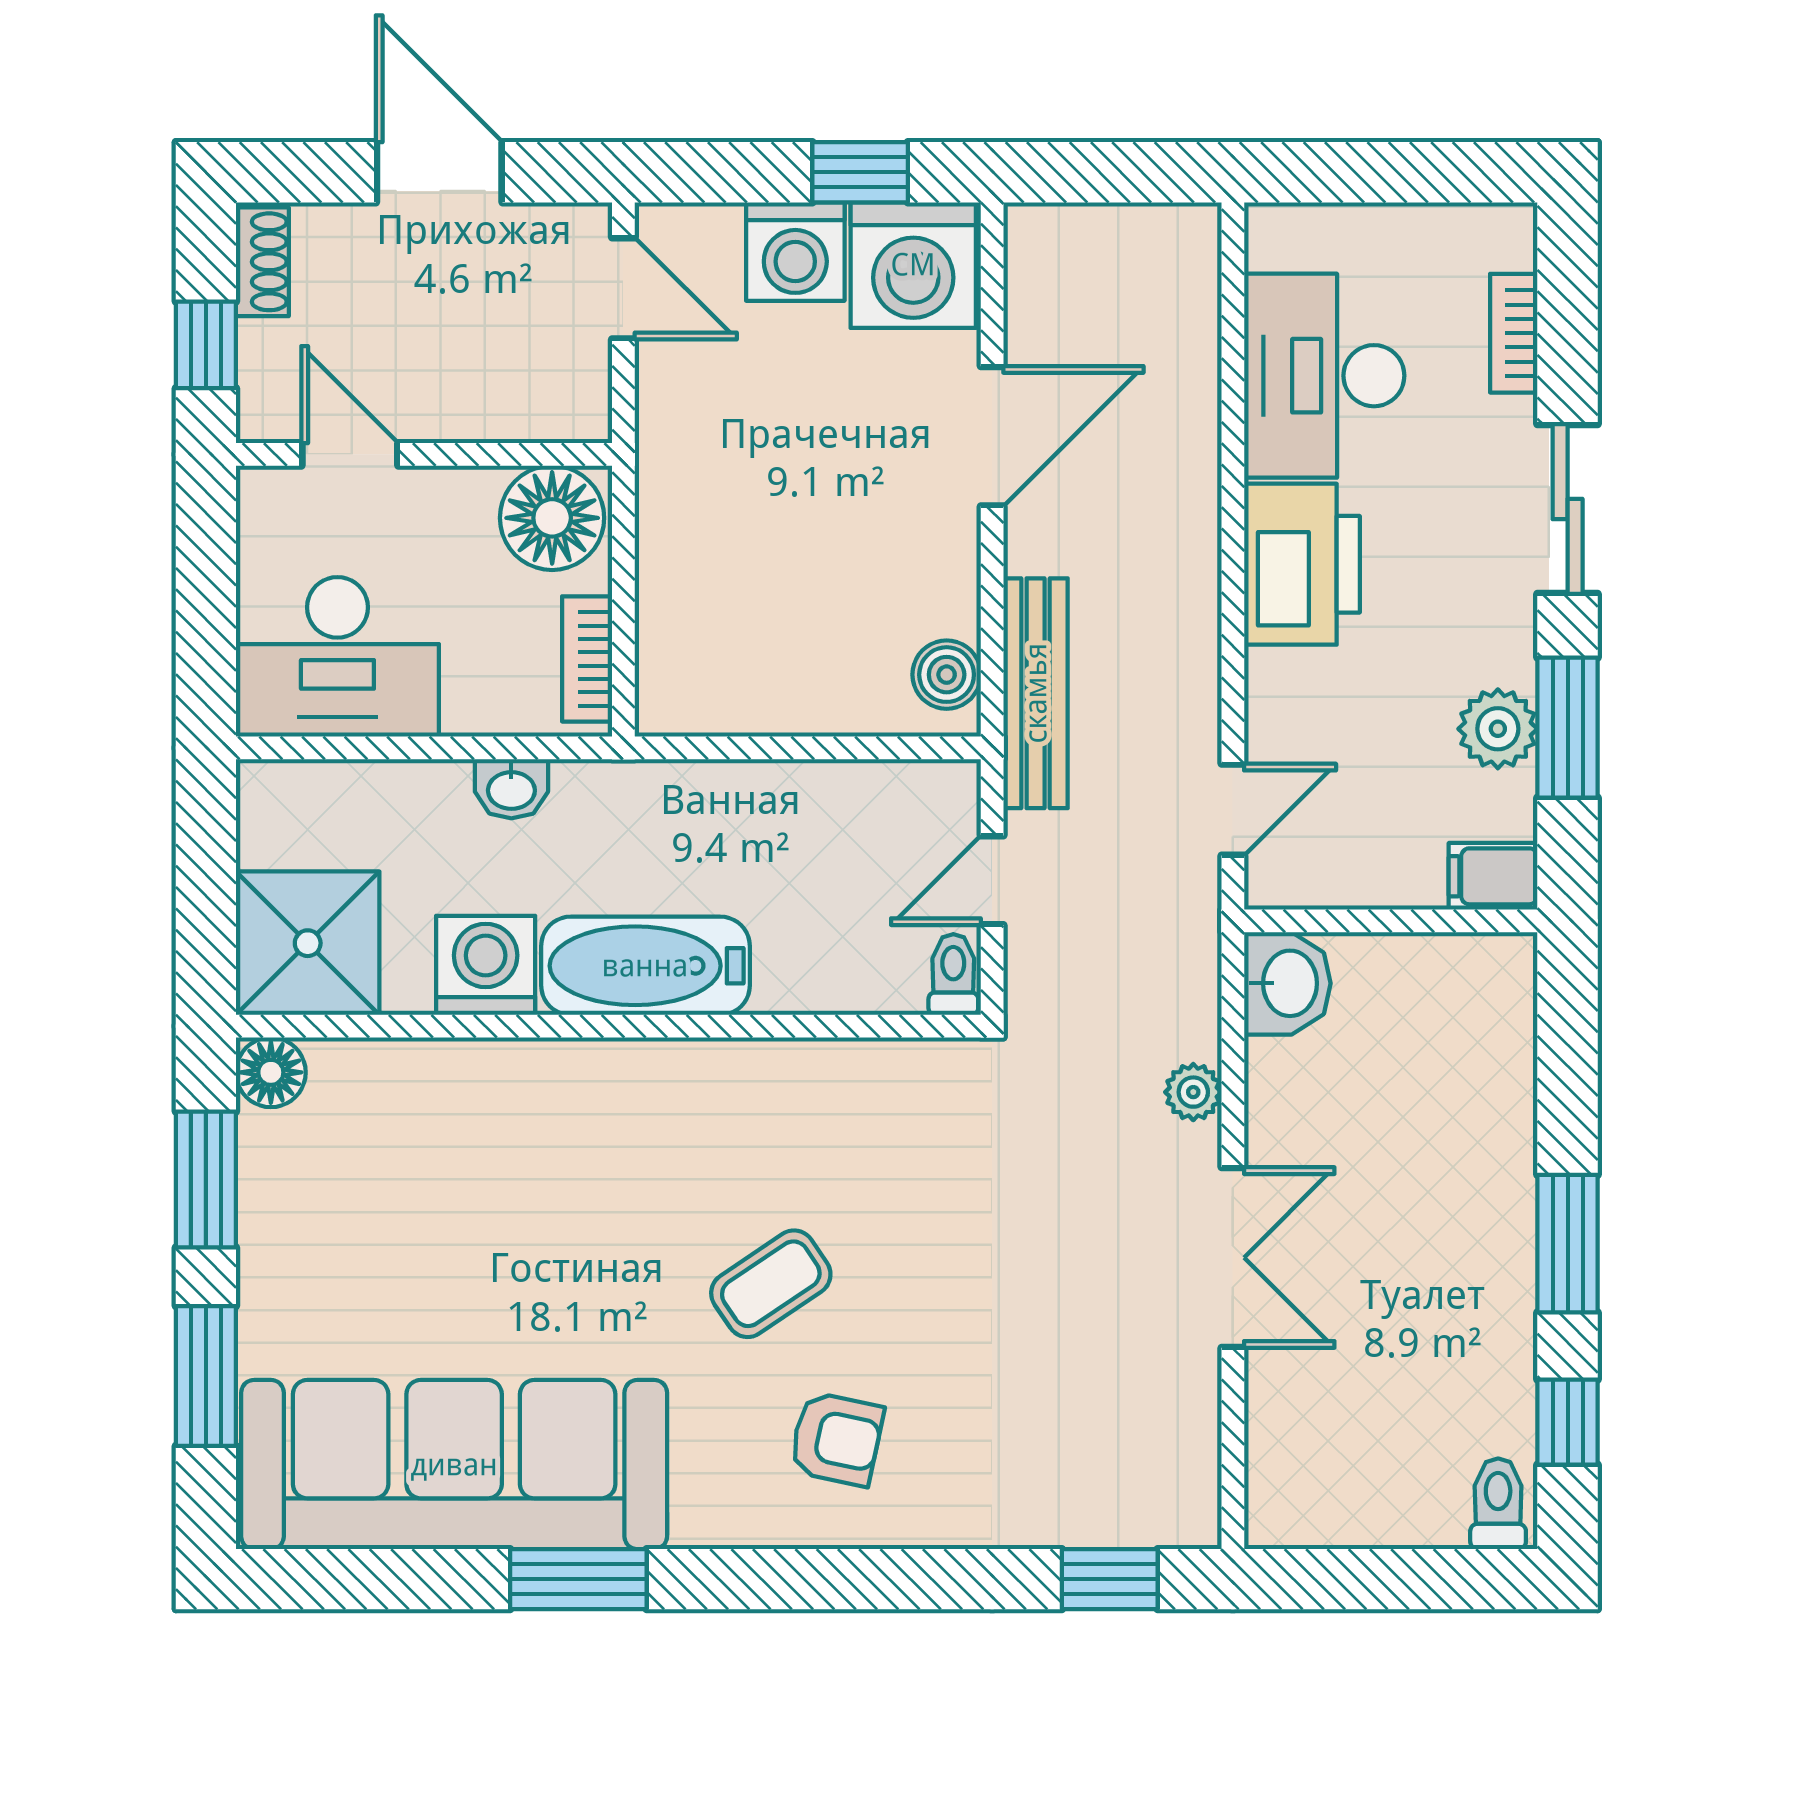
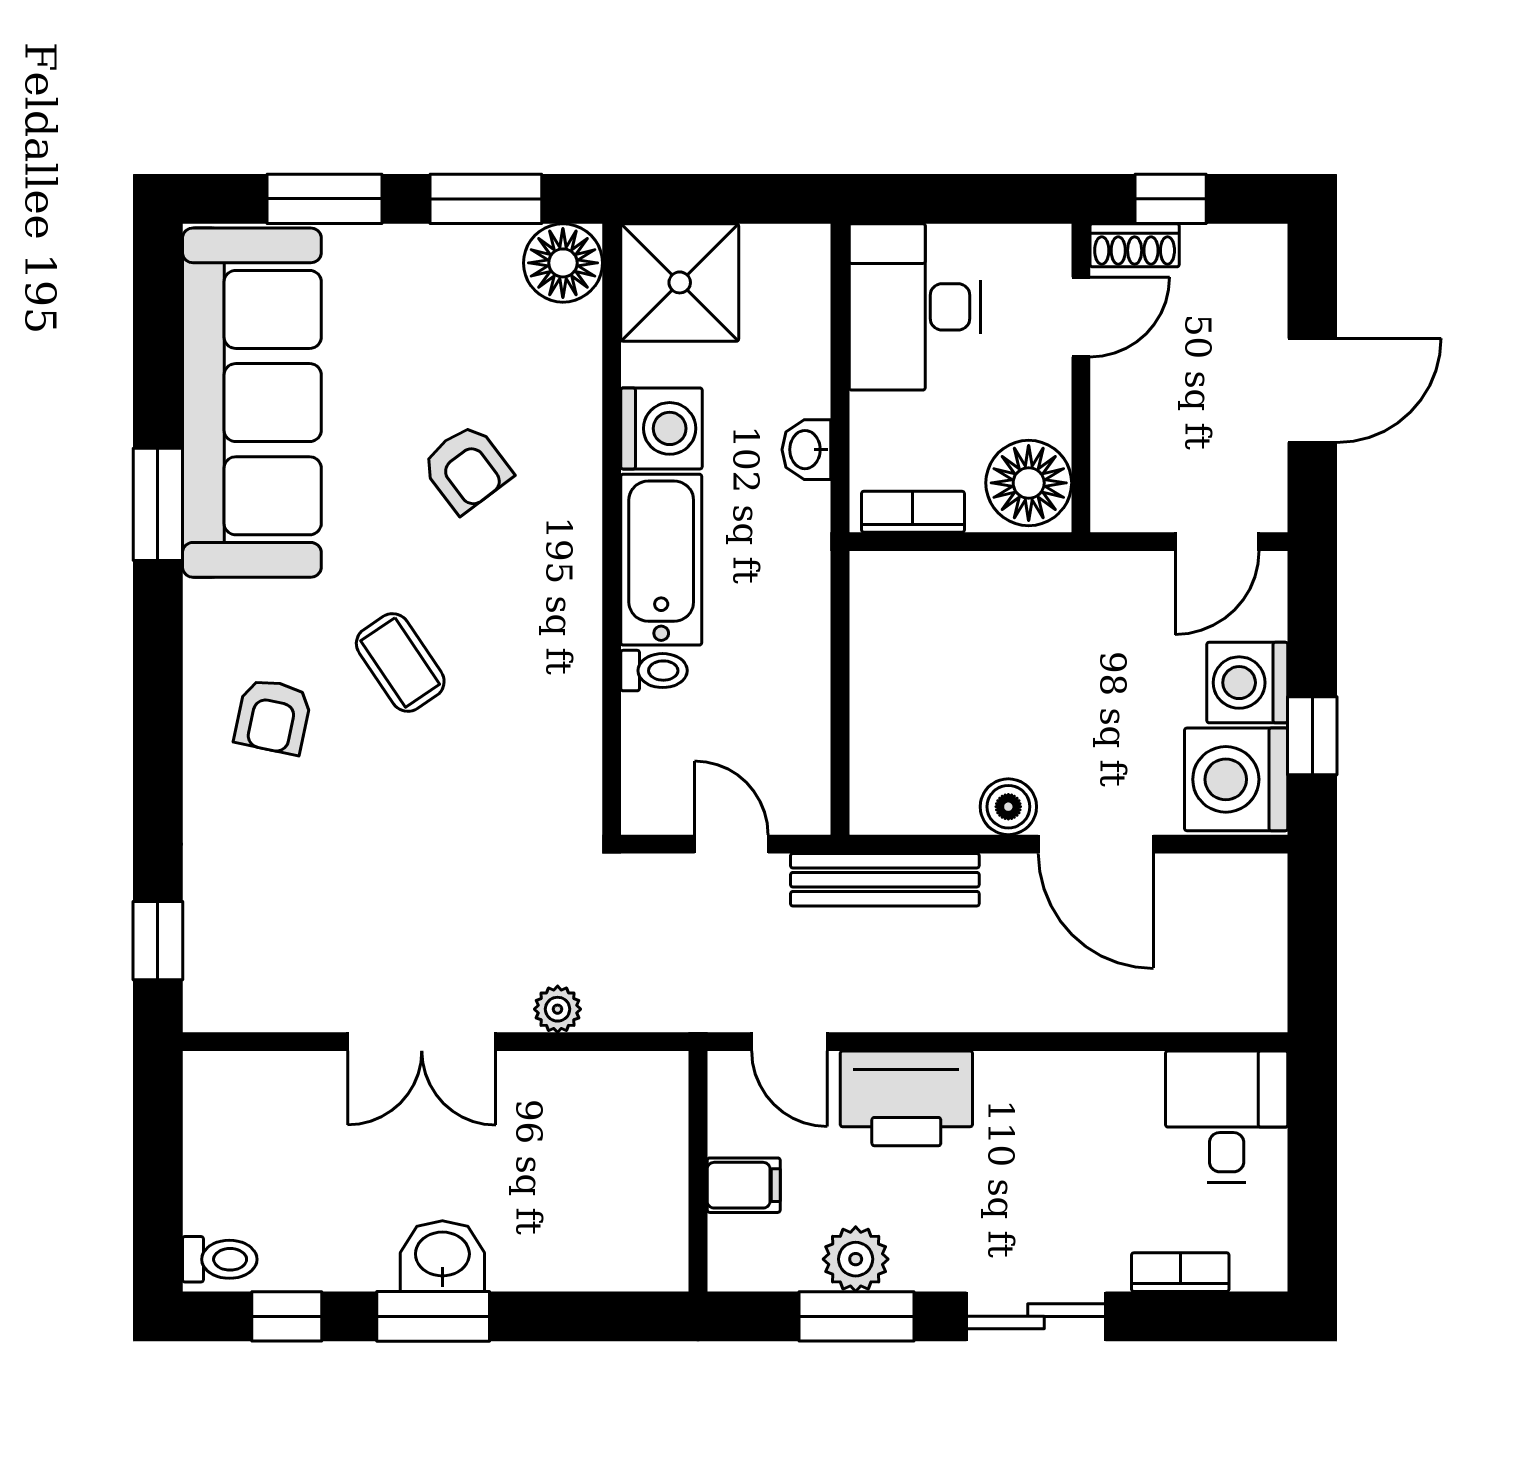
shoe rack: (262, 262) -> (1135, 245), moved
desk: (1324, 376) -> (1227, 1117), moved, width x0.73
printer: (1302, 564) -> (906, 1098), moved
boiler: (947, 675) -> (1008, 807), moved
filing cabinet: (1493, 876) -> (744, 1185), moved, turned 90
toilet: (953, 974) -> (654, 671), moved
washbasin: (1287, 983) -> (442, 1256), moved, turned 180
floor lamp: (271, 1072) -> (563, 263), width x1.38, depth x1.38
armchair: (534, 1203) -> (467, 468), added

